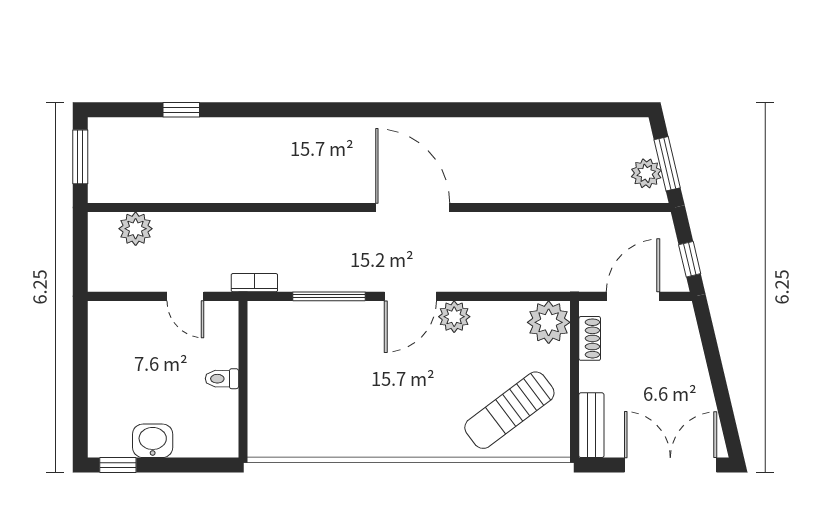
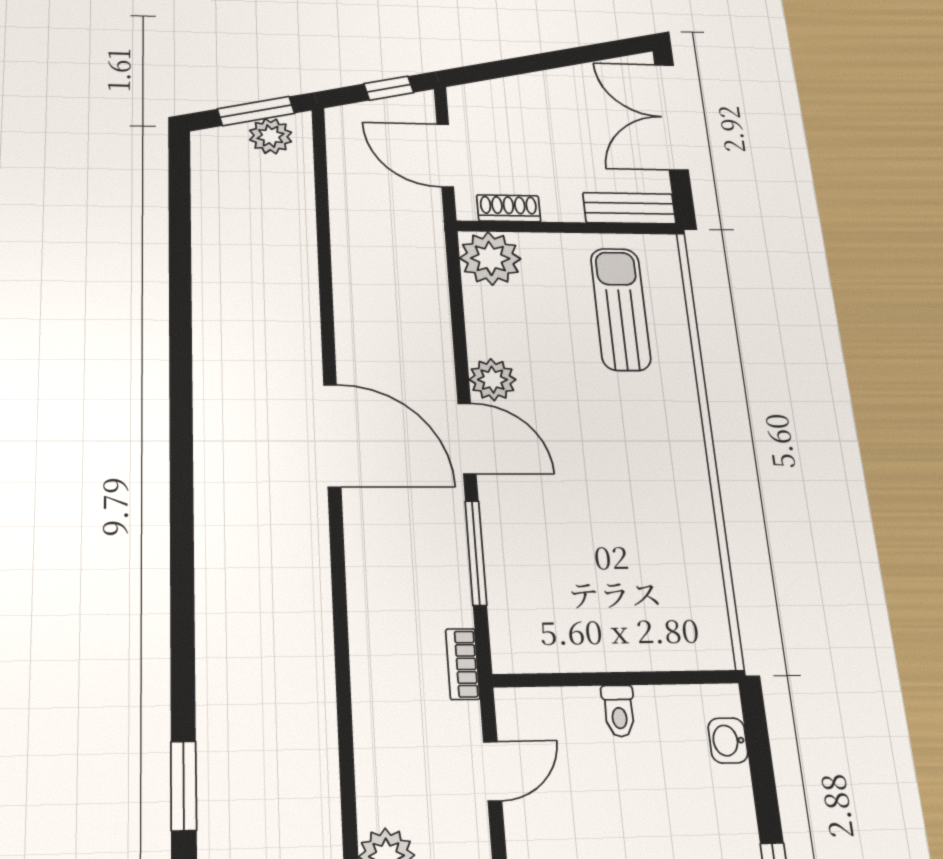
window: (181, 110) -> (184, 786), width x1.50
door: (413, 208) -> (332, 435), swing flipped
sun lounger: (509, 410) -> (620, 309), turned -143
washbasin: (153, 441) -> (728, 740), moved, width x0.72, depth x0.69

